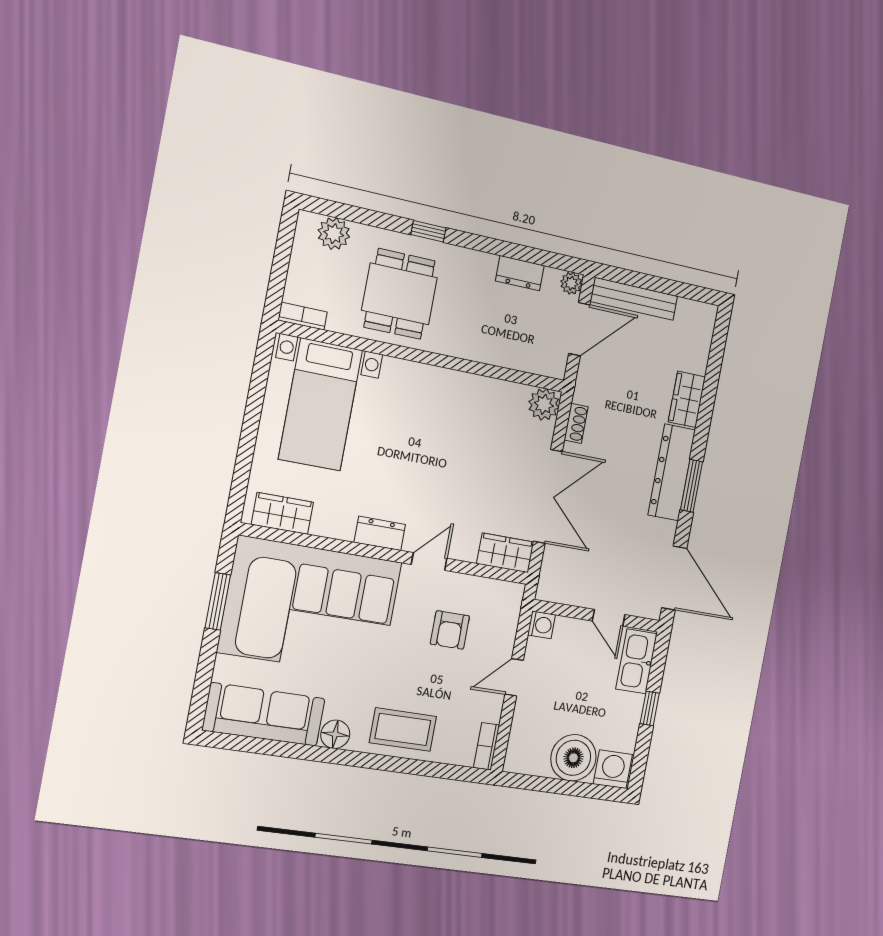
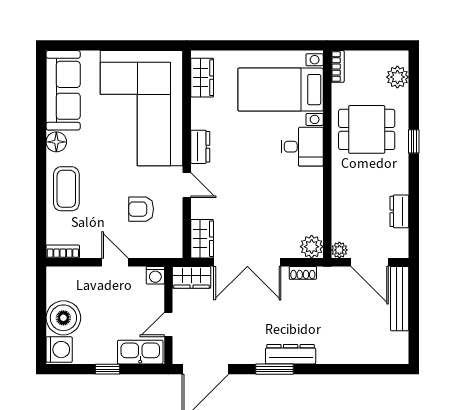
plant: (571, 283) -> (339, 250), moved
desk: (406, 390) -> (302, 147), added
wardrobe: (687, 399) -> (192, 277), moved, turned 180
dresser: (672, 472) -> (291, 354), width x0.73, depth x0.80
window: (218, 601) -> (135, 45), removed

